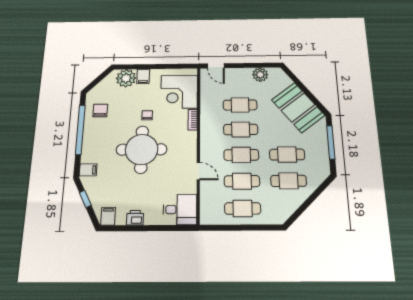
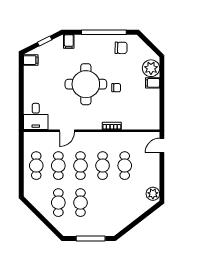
plant: (260, 75) -> (153, 194), moved
corner desk: (179, 92) -> (138, 114), removed
booth: (298, 108) -> (122, 214), removed
printer: (135, 218) -> (29, 81), removed

